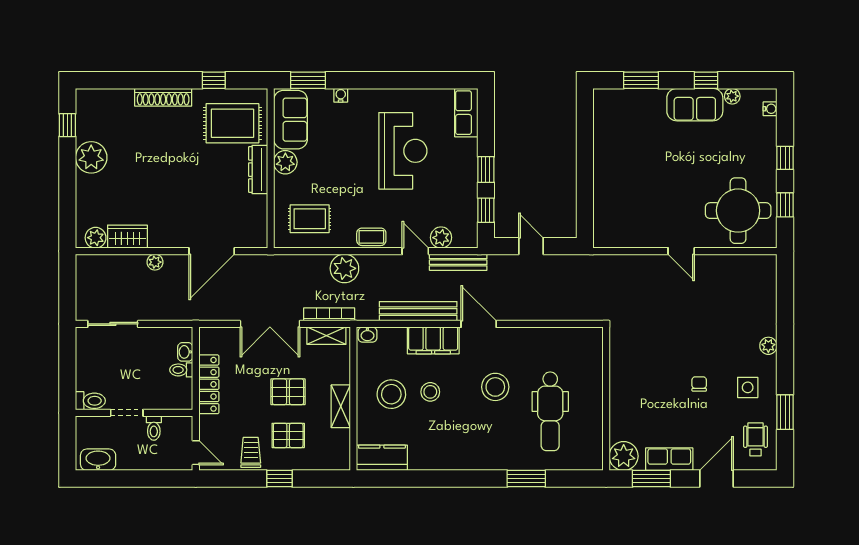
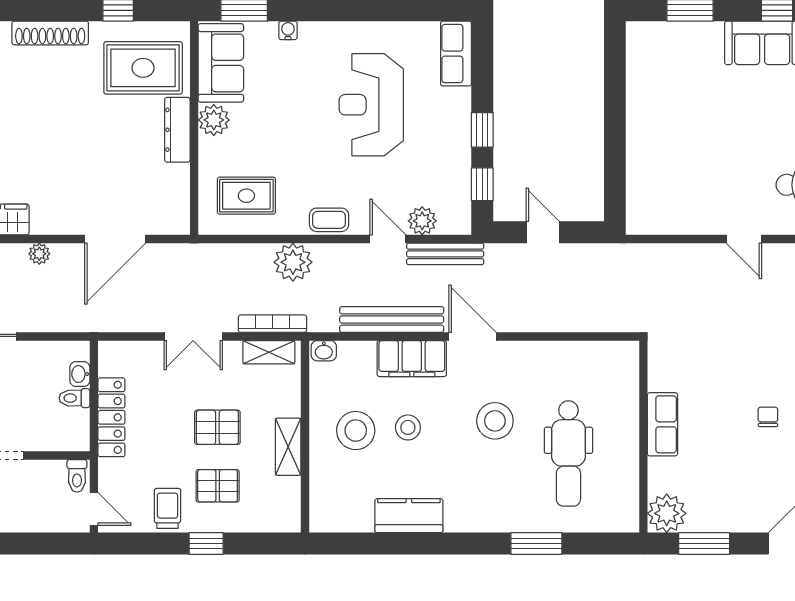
reception desk: (403, 151) -> (371, 105), turned 180
double door: (270, 324) -> (193, 336), width x0.73
toilet: (154, 428) -> (77, 476), moved
kitchen counter: (382, 458) -> (409, 516), moved
row of seats: (669, 459) -> (662, 424), moved, turned 90

